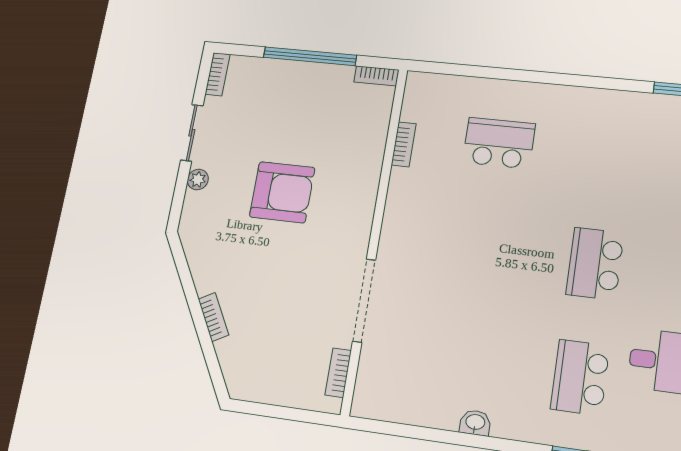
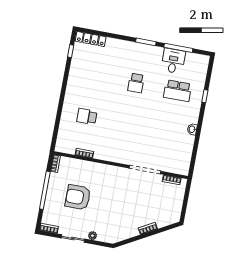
school desk: (499, 143) -> (87, 116), width x0.54
armchair: (282, 192) -> (78, 197), moved, turned -90
school desk: (595, 264) -> (136, 83), width x0.54

